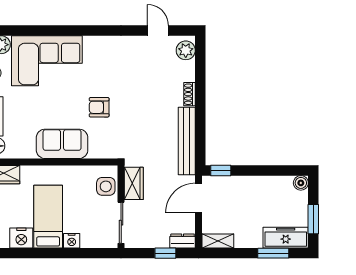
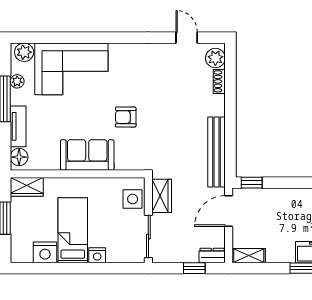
shoe rack: (190, 94) -> (219, 81), moved

